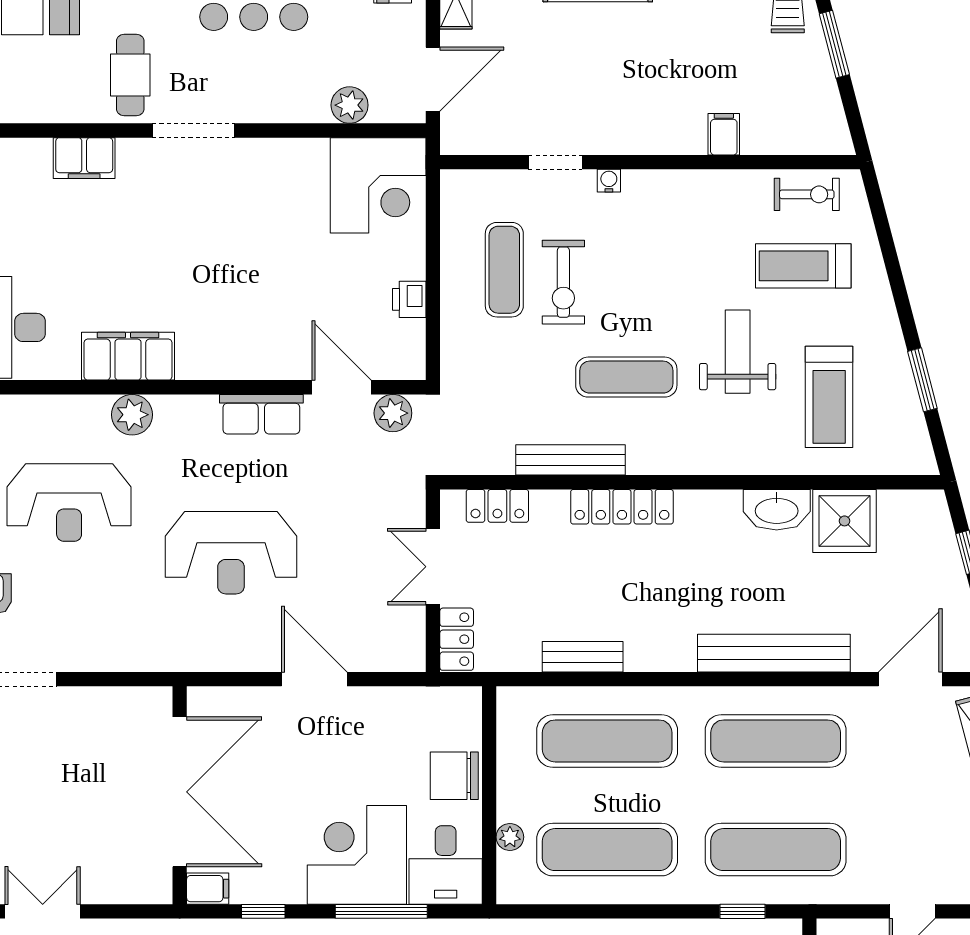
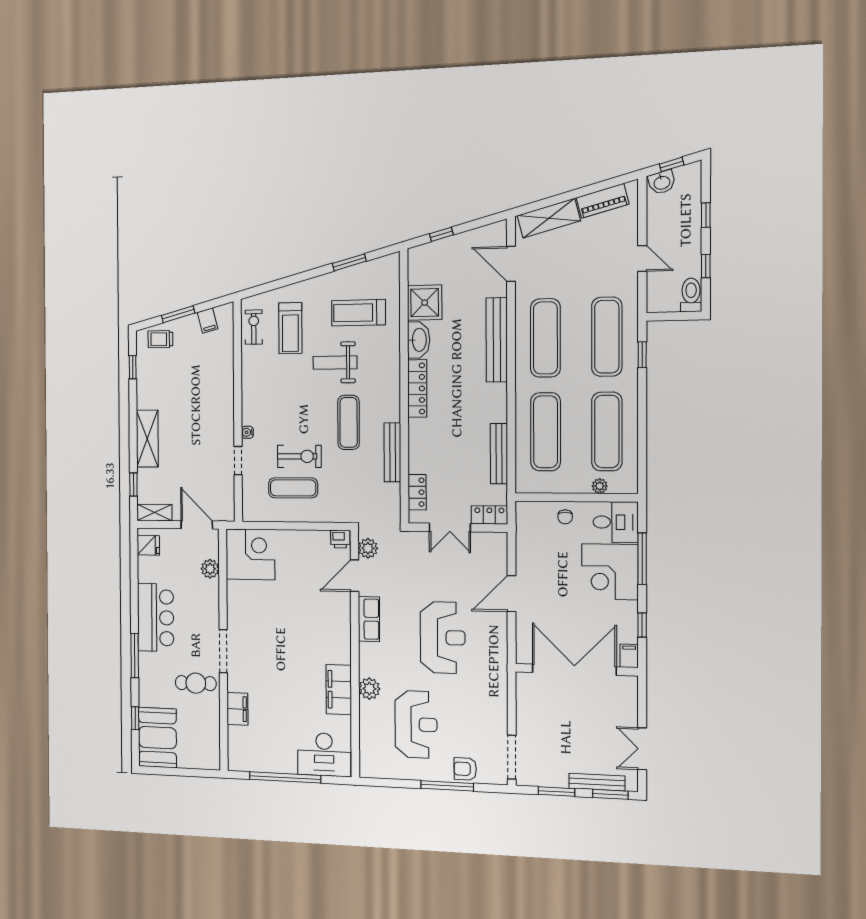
filing cabinet: (724, 134) -> (208, 321), moved, turned -105
printer: (409, 299) -> (340, 539), moved
treadmill: (829, 397) -> (358, 313), turned 180
locker: (622, 507) -> (417, 388), moved
bench: (583, 657) -> (499, 454), width x1.36
chair: (454, 776) -> (565, 517), width x0.54, depth x0.54

